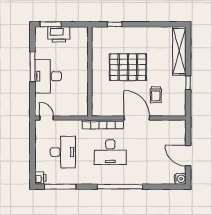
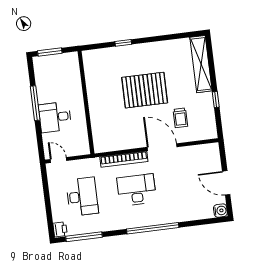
printer: (59, 34) -> (61, 62), removed
wall: (90, 71) -> (86, 102), moved
desk: (48, 76) -> (55, 117), width x0.73
desk: (110, 152) -> (137, 190), turned 180

